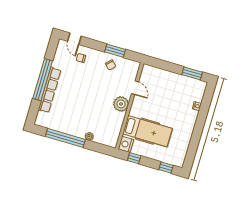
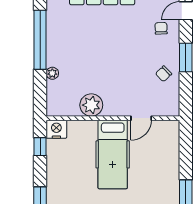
window: (115, 51) -> (186, 57), moved
plant: (121, 104) -> (91, 105), moved
hospital bed: (147, 131) -> (113, 154), moved

